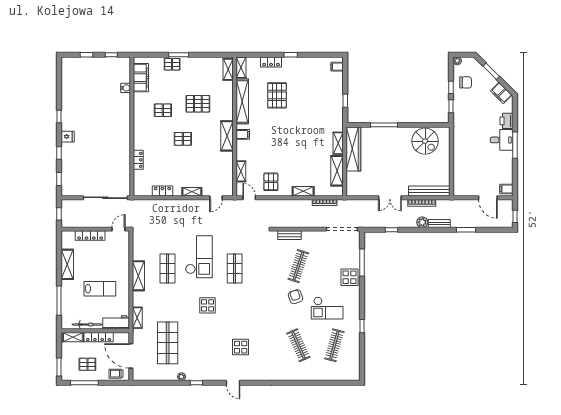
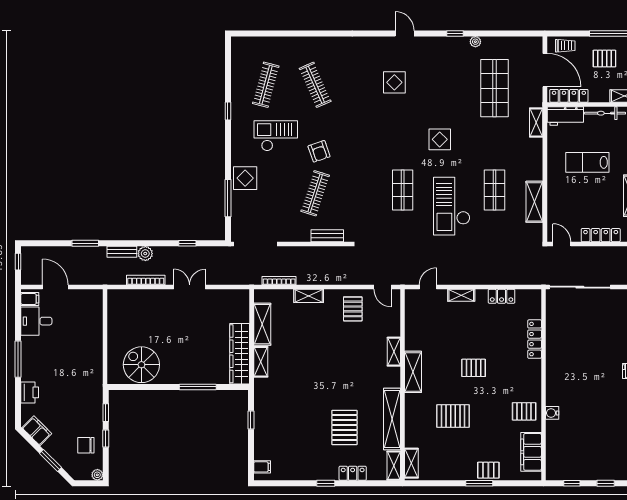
water cooler: (126, 88) -> (552, 413), moved
pallet: (163, 110) -> (524, 411), moved
filing cabinet: (243, 134) -> (391, 374), removed
desk: (502, 140) -> (36, 321), moved
locker: (138, 160) -> (535, 339), width x1.53
shelving: (241, 171) -> (394, 352), moved
bench: (429, 191) -> (136, 296), removed
door: (119, 229) -> (562, 244), swing flipped
shelving: (138, 276) -> (534, 202), moved
locker: (99, 337) -> (569, 96), moved

